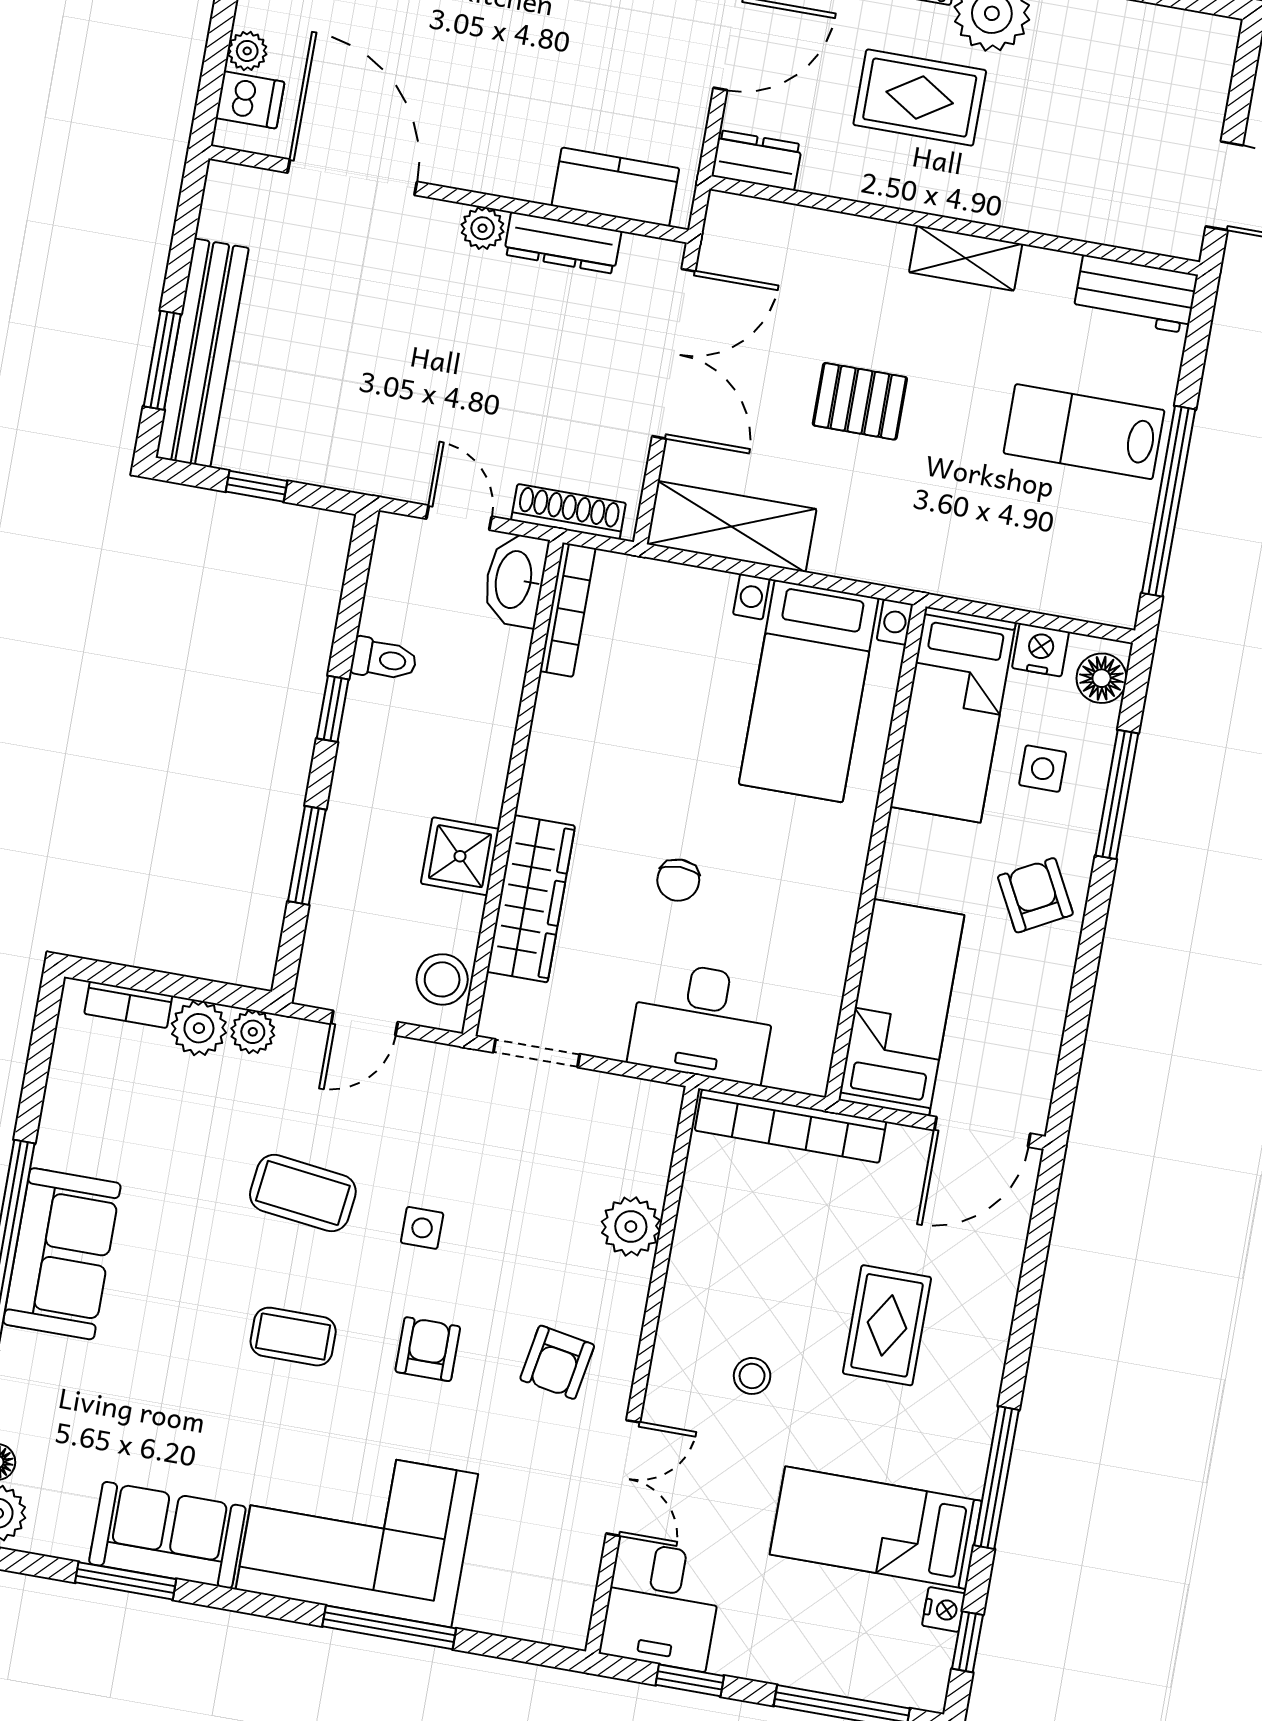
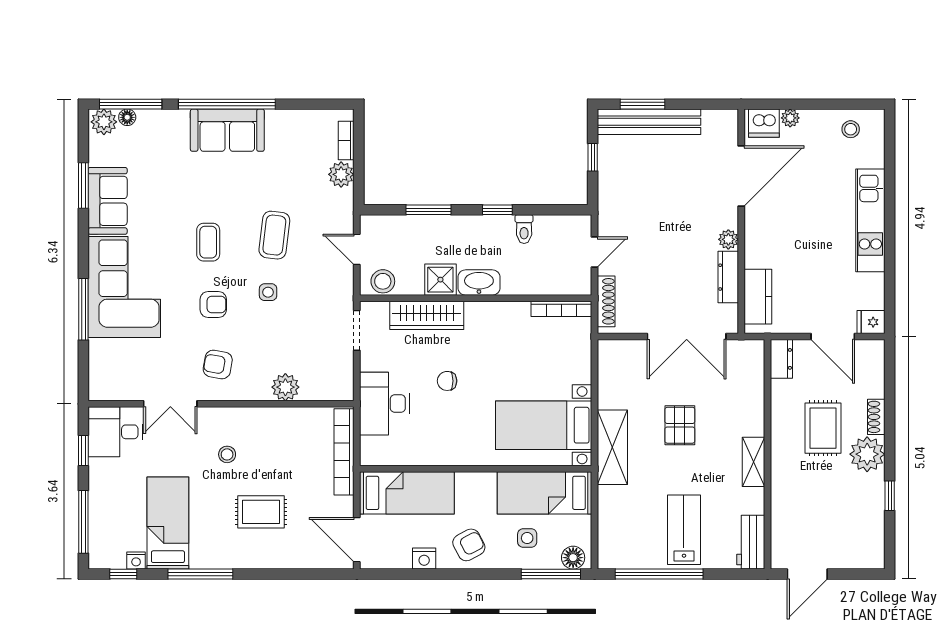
dishwasher: (250, 100) -> (764, 123), width x1.38
shelving: (732, 527) -> (612, 447), moved
washbasin: (515, 580) -> (479, 282), moved
nightstand: (1041, 650) -> (424, 559), moved, turned 90
window: (1117, 795) -> (551, 574), moved
plant: (253, 1032) -> (344, 199), removed

